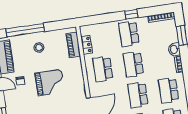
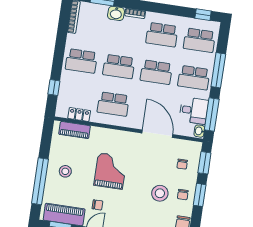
window: (131, 14) -> (54, 88), moved

